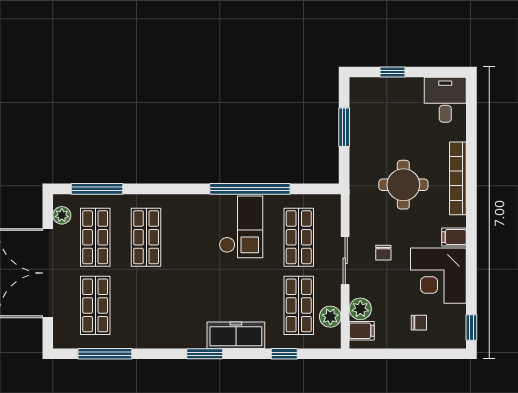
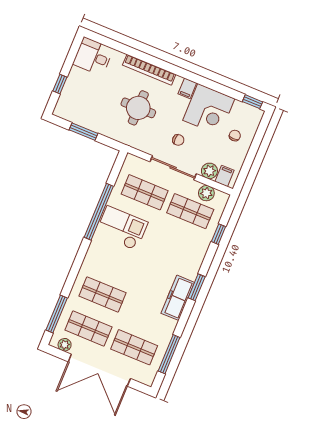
sliding door: (345, 261) -> (173, 168), width x1.37
freezer: (236, 335) -> (178, 298), moved

